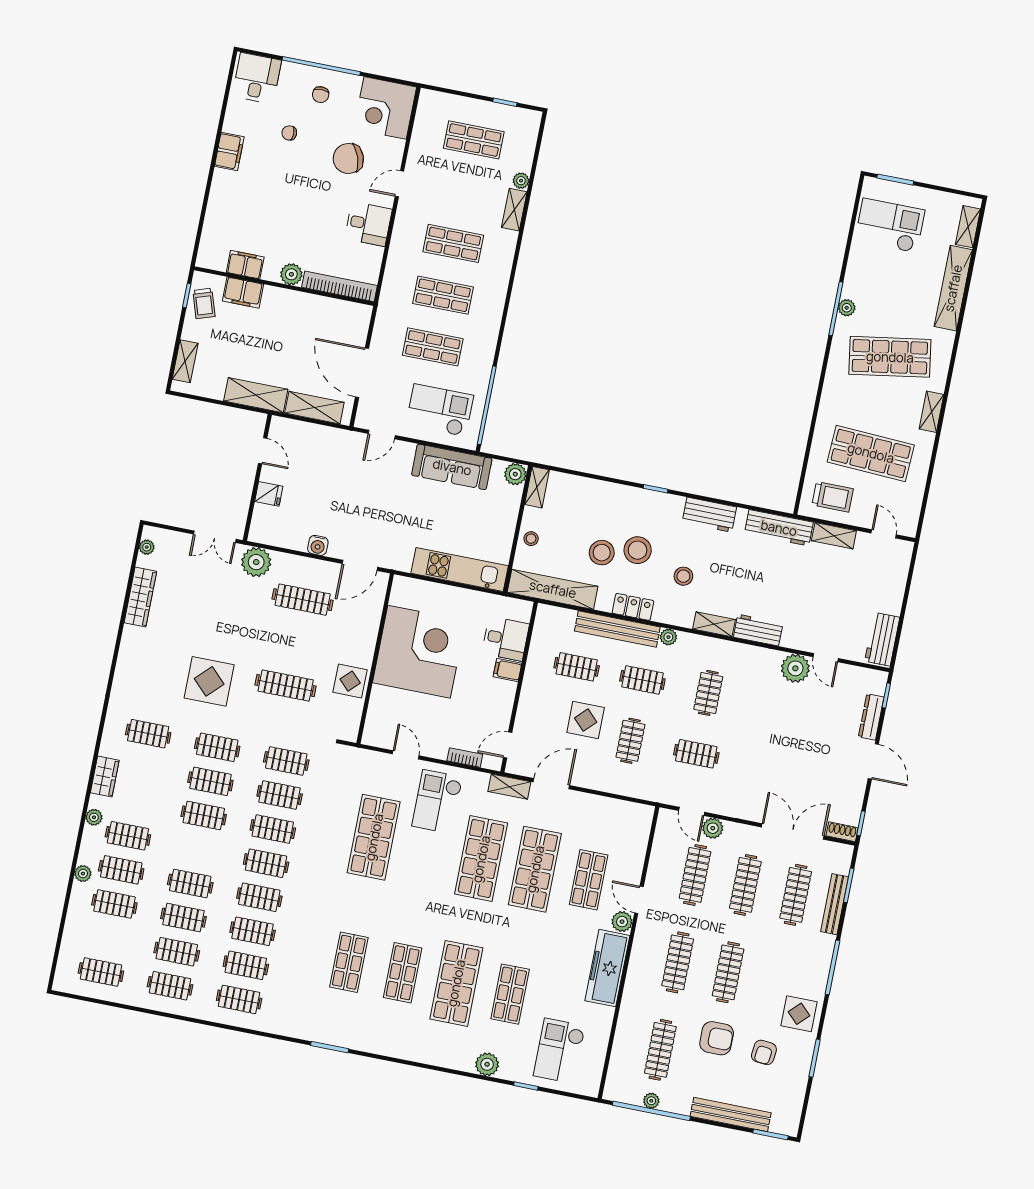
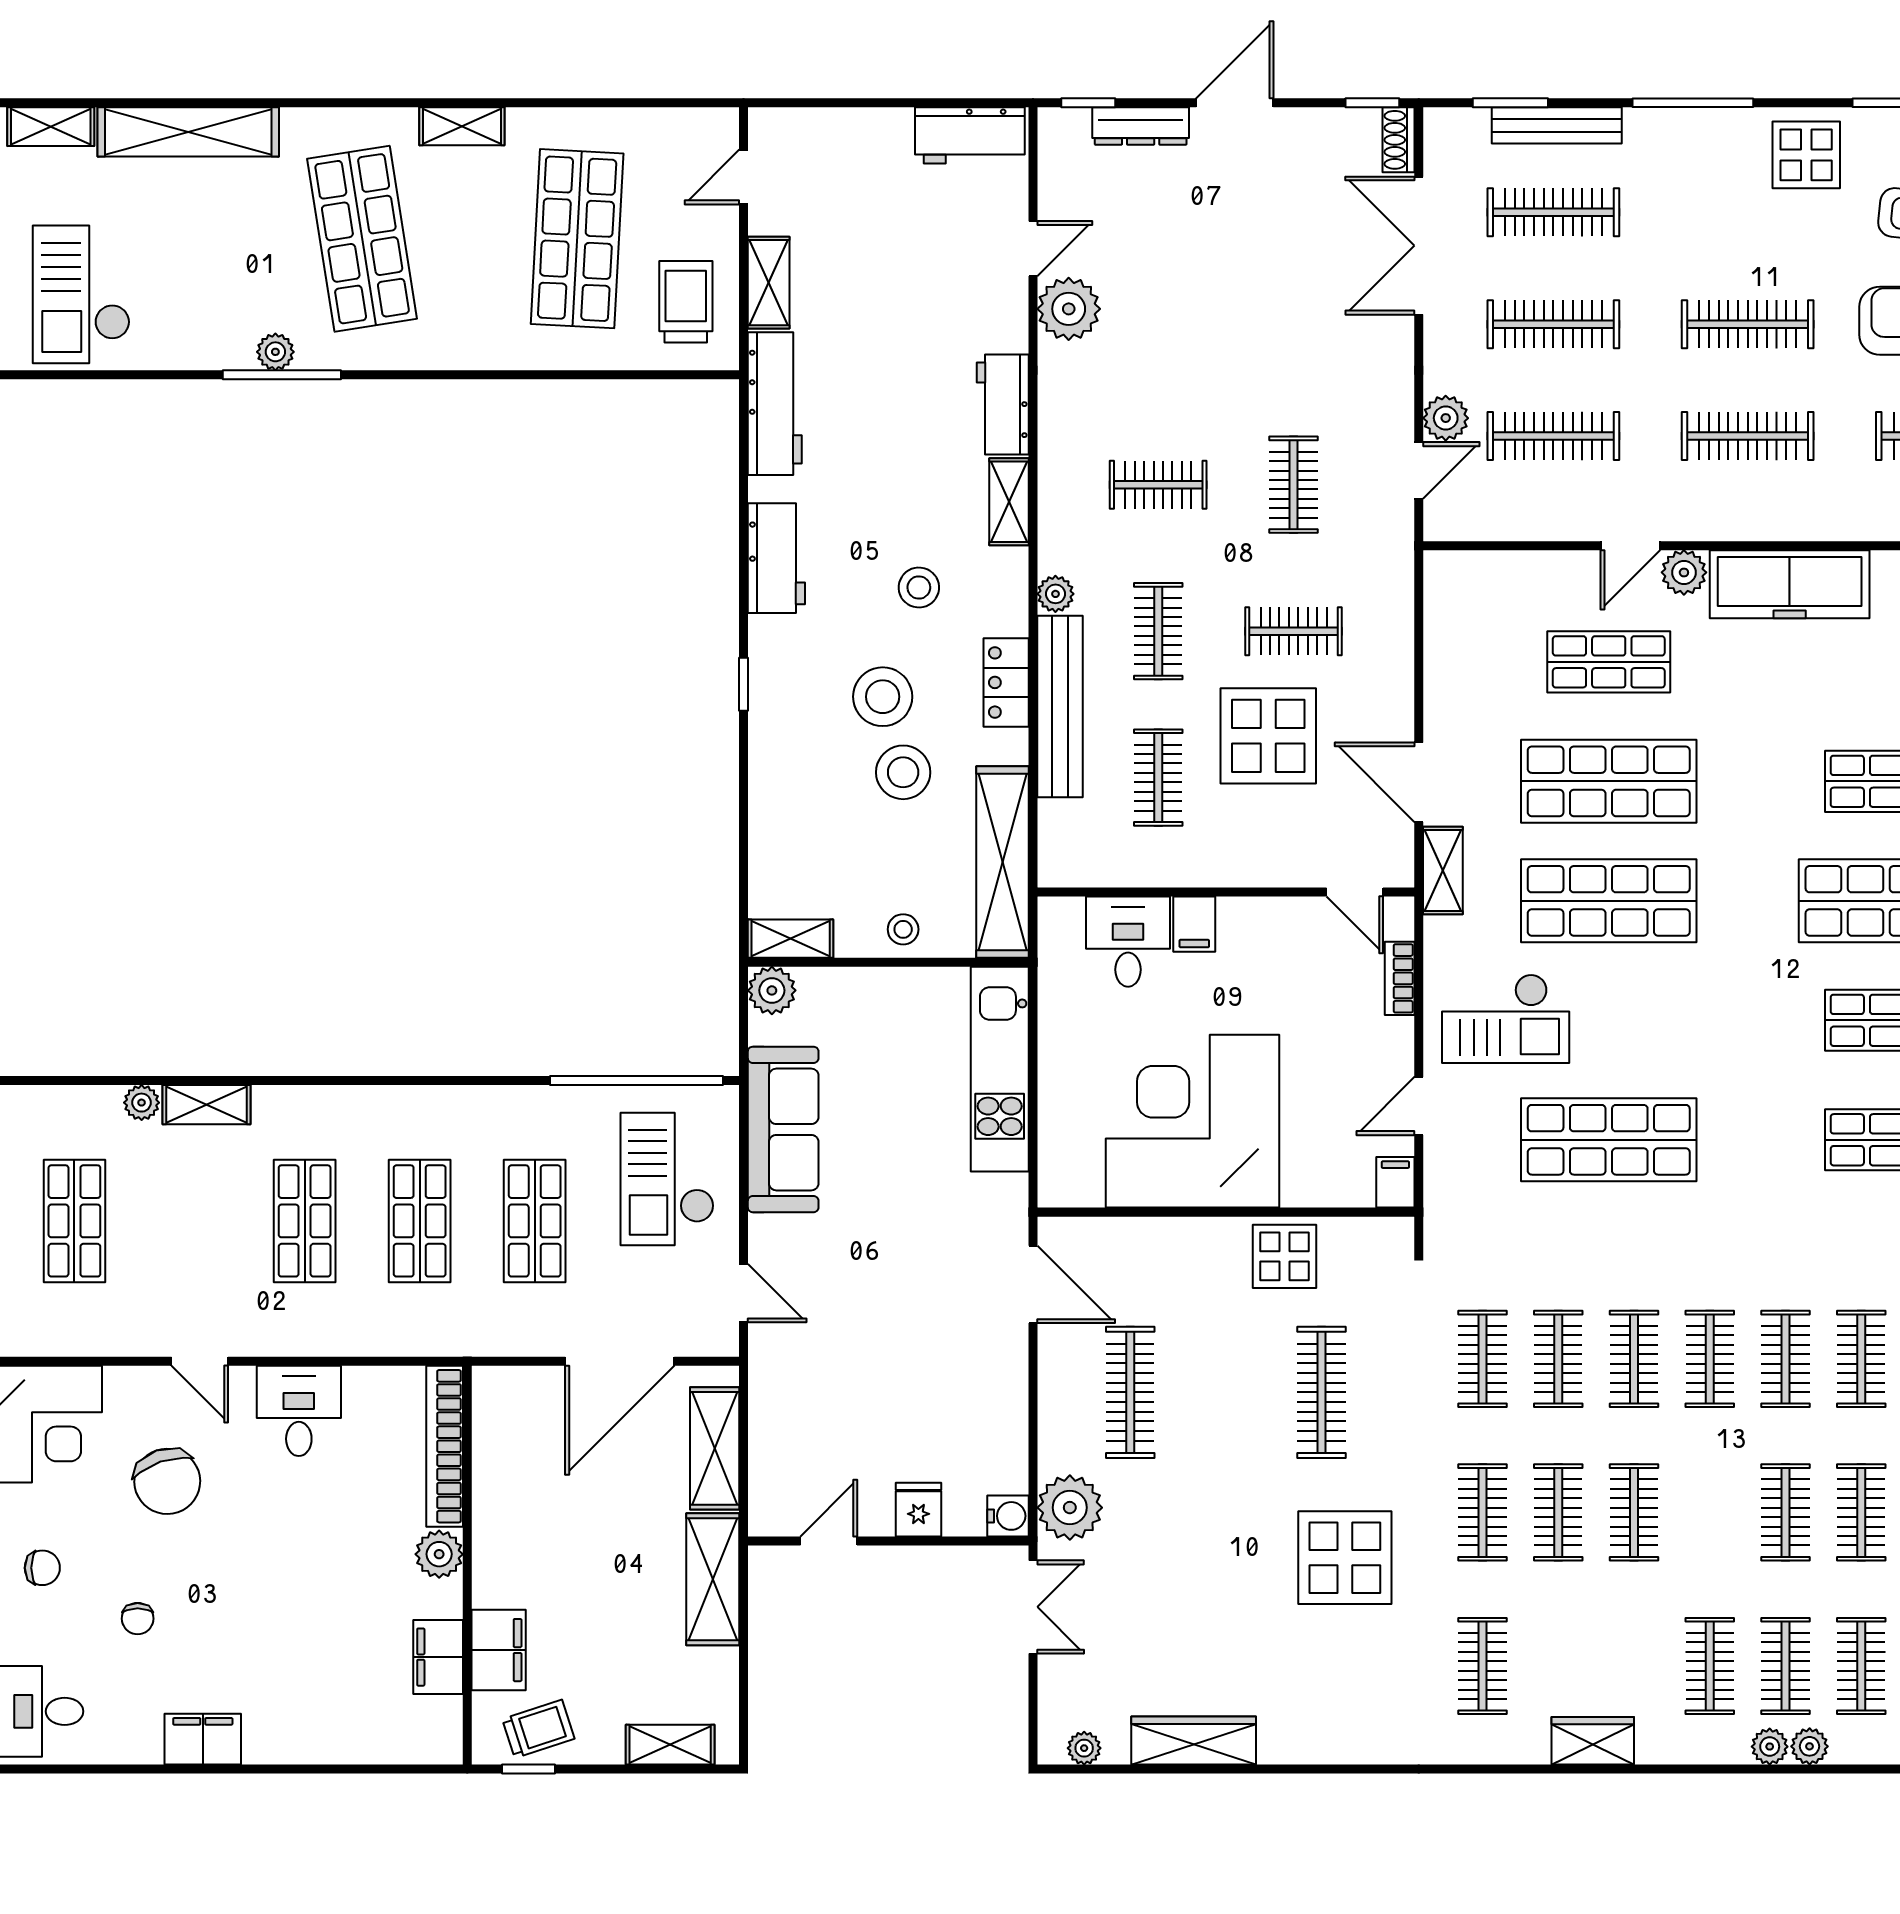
water cooler: (318, 545) -> (1008, 1516), moved
display table: (586, 720) -> (1268, 736), width x1.36, depth x1.36
filing cabinet: (373, 737) -> (1395, 1182), added
plant: (94, 817) -> (1770, 1747), moved

